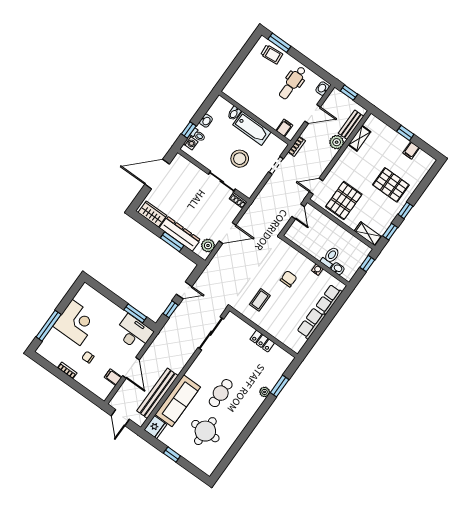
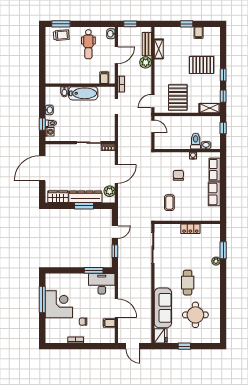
stool: (240, 159) -> (89, 119), removed
window: (49, 326) -> (42, 299), moved
bench: (157, 393) -> (146, 313), removed

